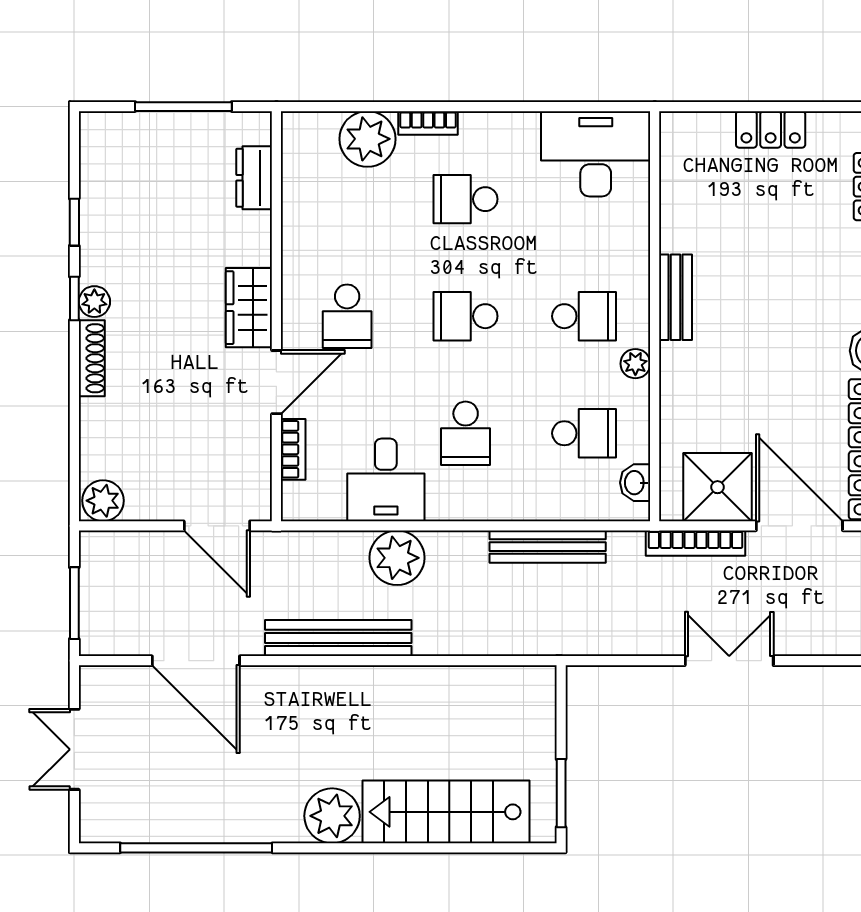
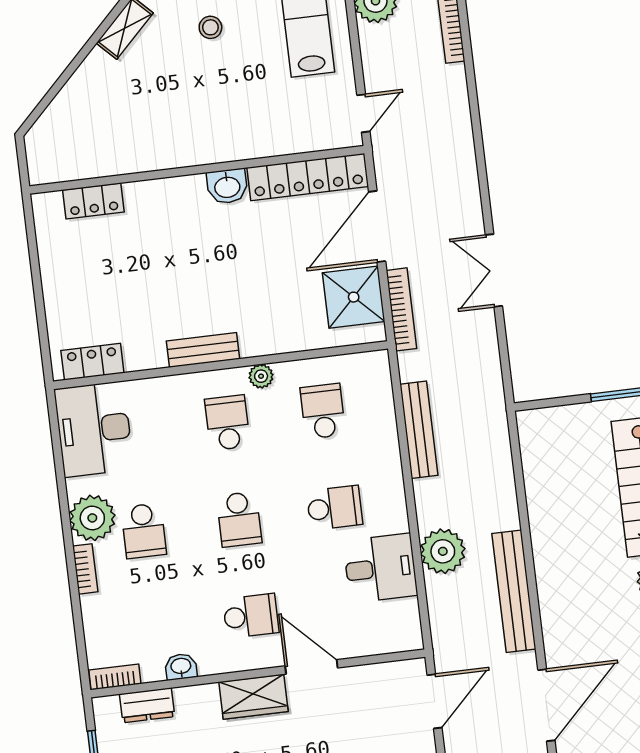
locker: (771, 129) -> (92, 362), moved, turned -90
plant: (367, 139) -> (92, 518), moved
bookcase: (293, 449) -> (115, 677), moved
washbasin: (635, 483) -> (181, 667), moved, turned 180

